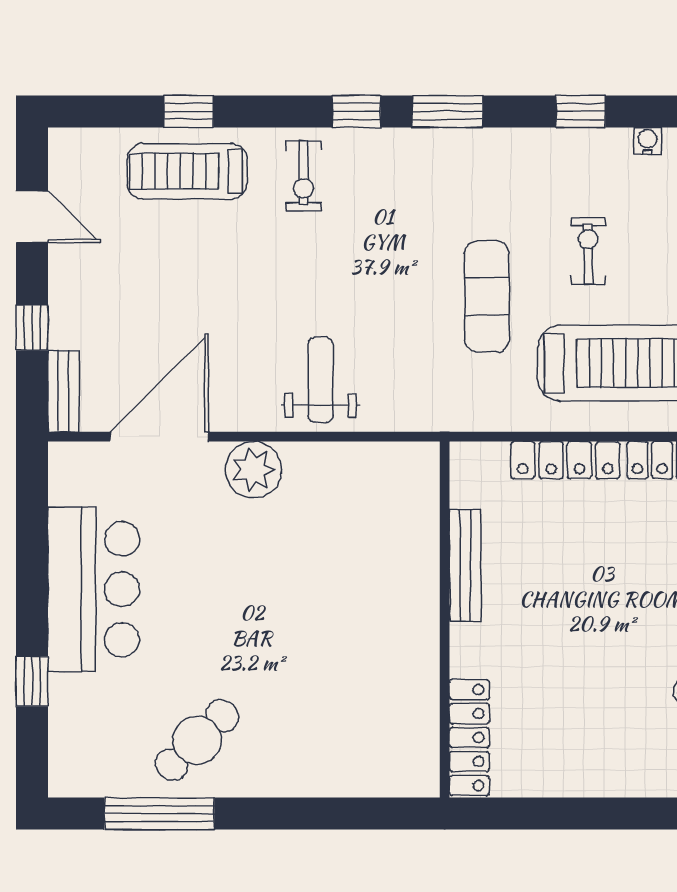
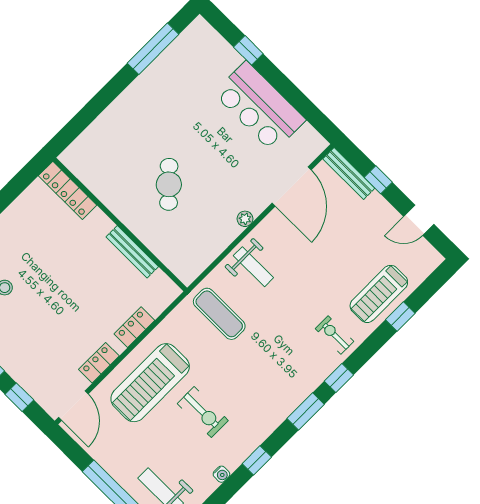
treadmill: (187, 171) -> (379, 294), turned 180
exercise bike: (588, 251) -> (203, 412), width x1.38, depth x1.39
exercise mat: (487, 297) -> (219, 314), moved
bench: (63, 391) -> (349, 174), width x1.36
locker: (565, 460) -> (134, 327), width x0.66
plant: (253, 470) -> (245, 219), width x0.53, depth x0.53
cafe table: (197, 740) -> (169, 184), moved

